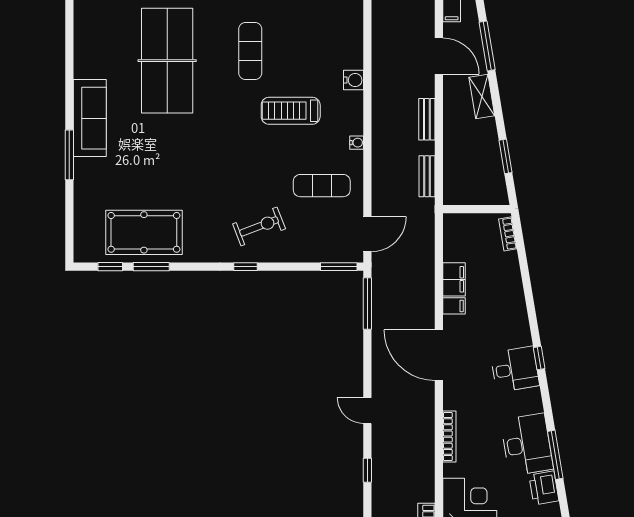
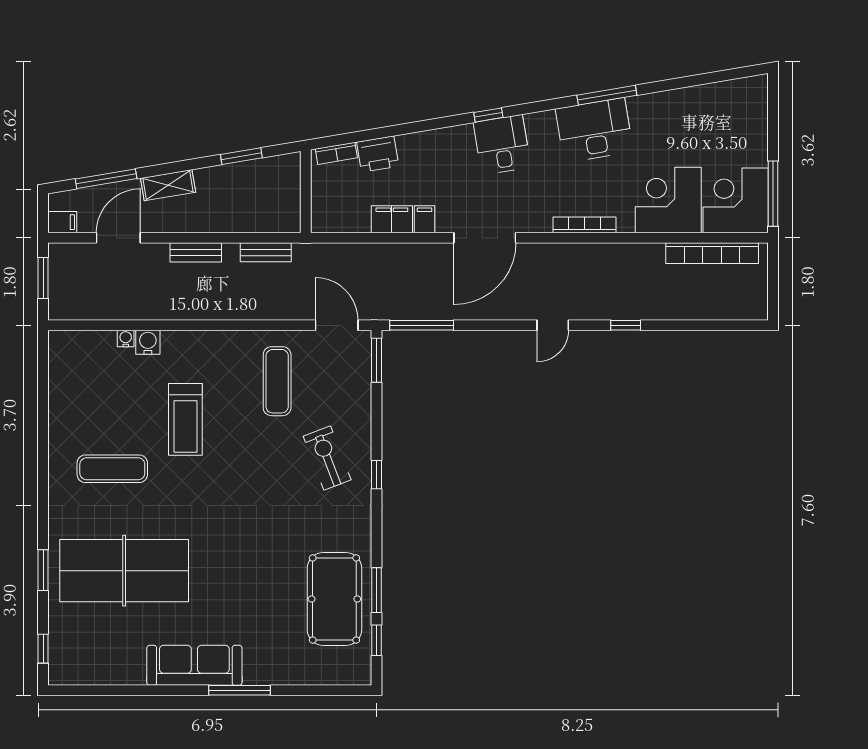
water cooler: (357, 143) -> (126, 338), moved
printer: (544, 488) -> (378, 154), moved

